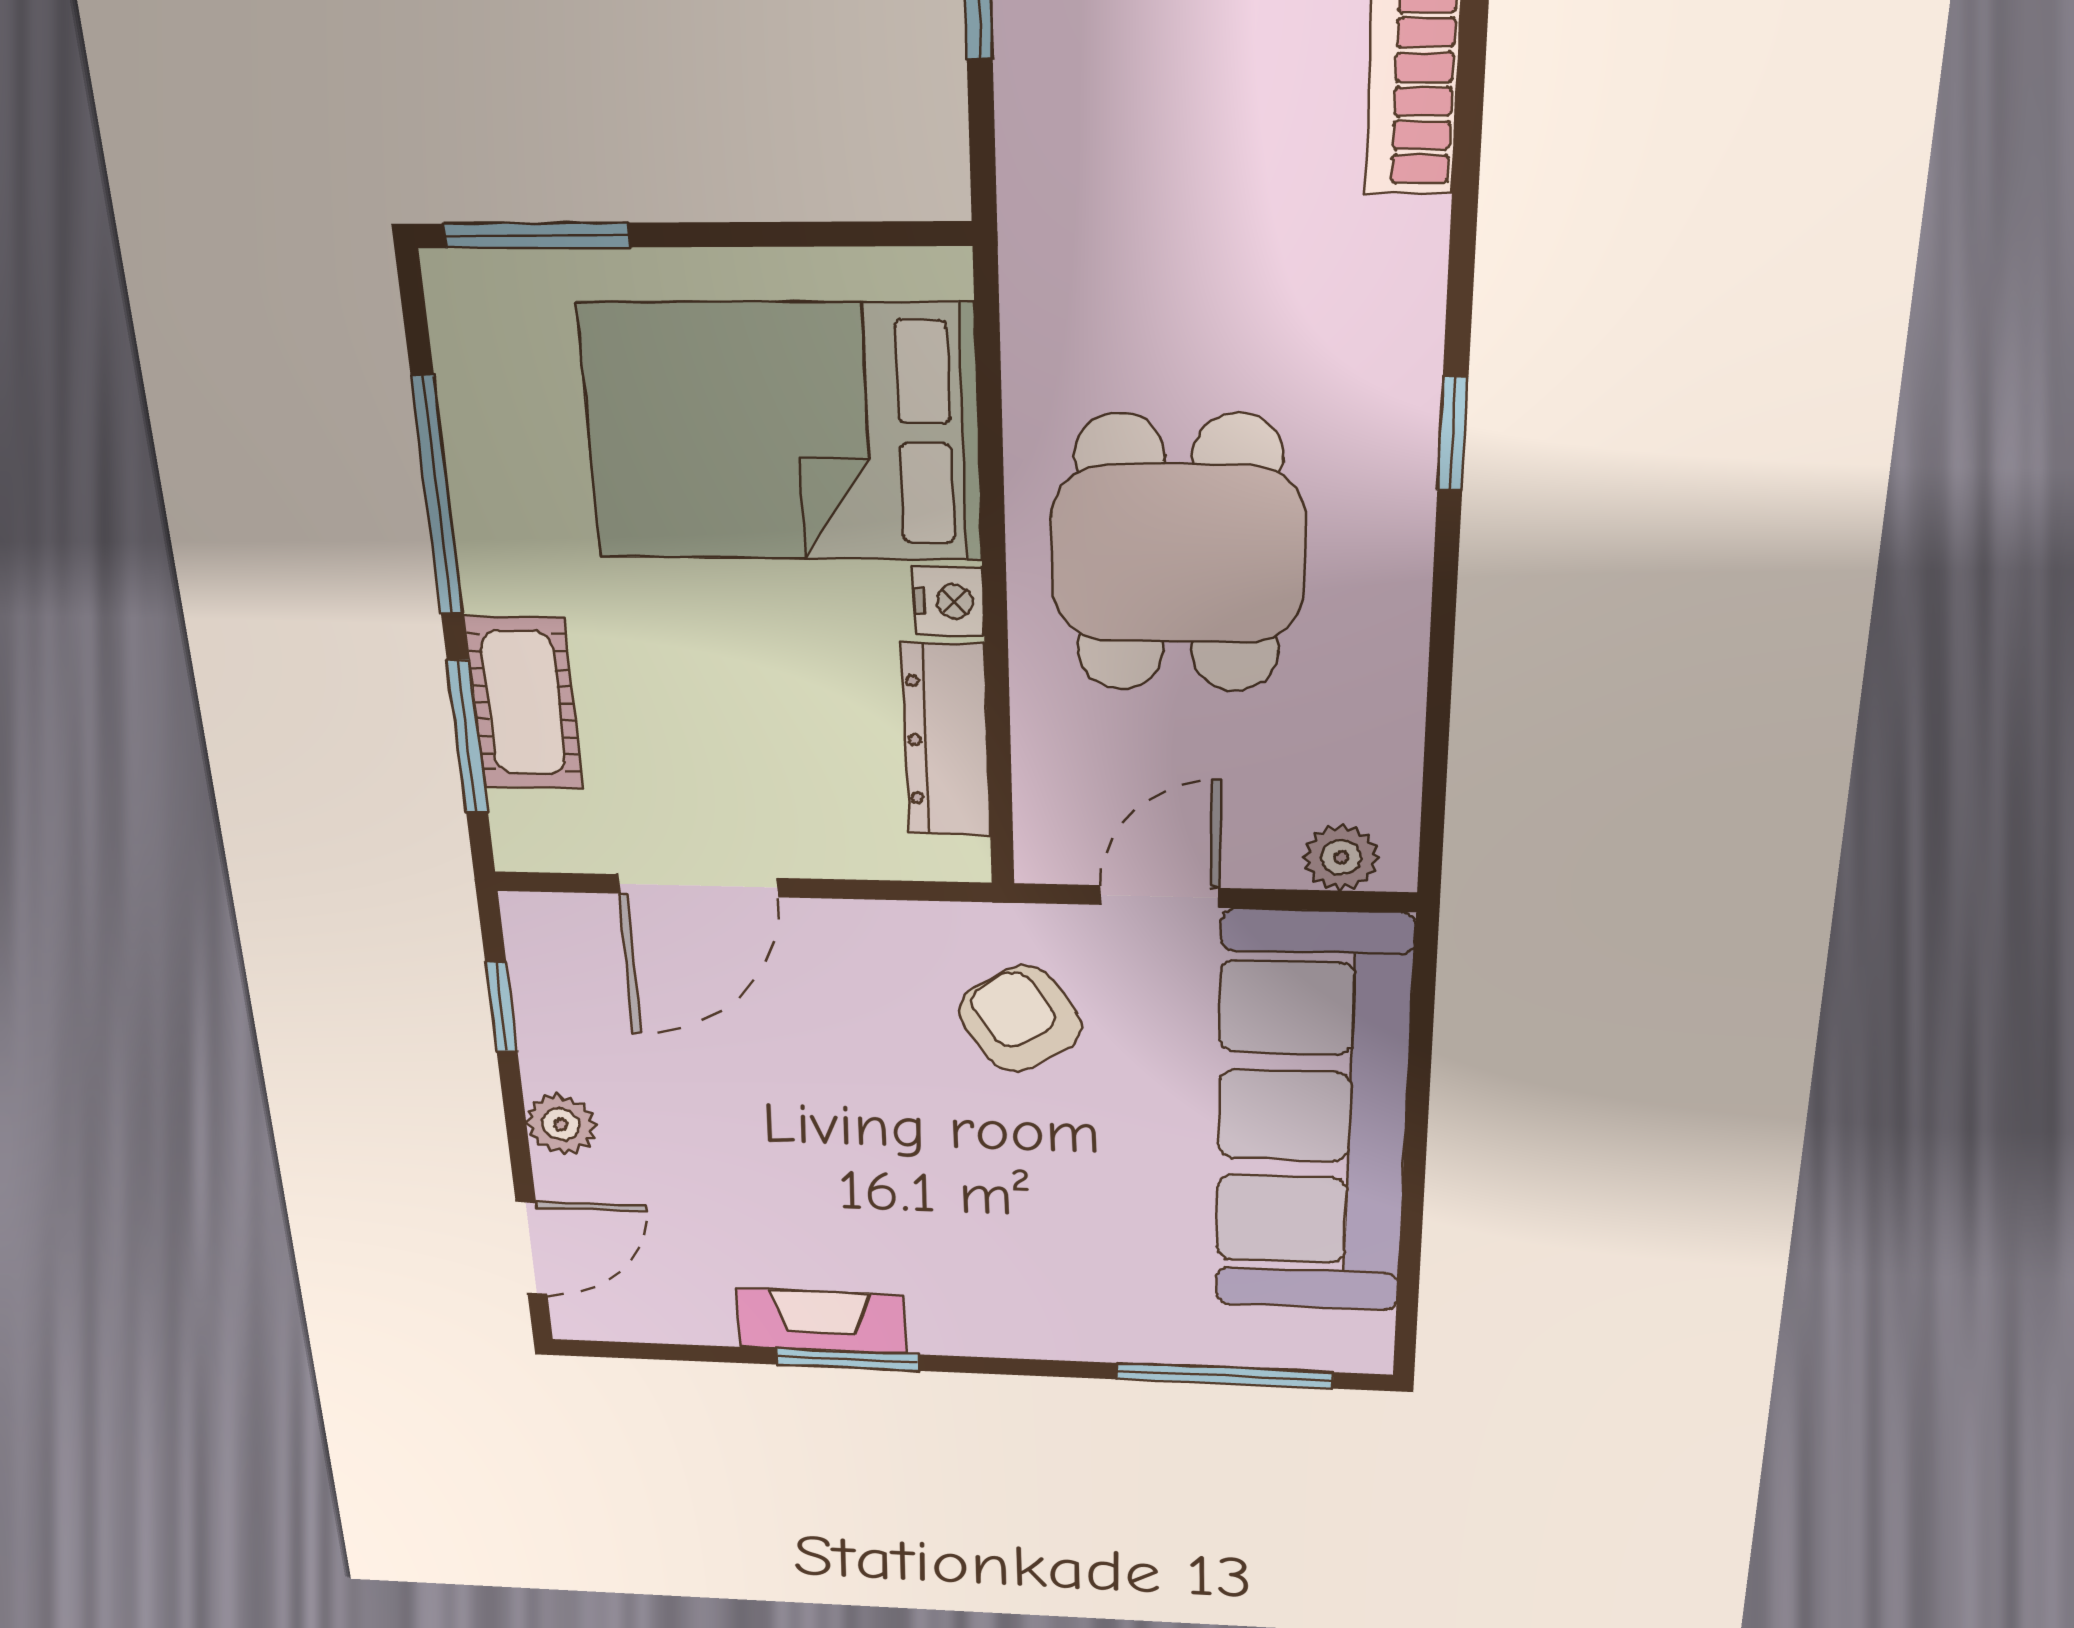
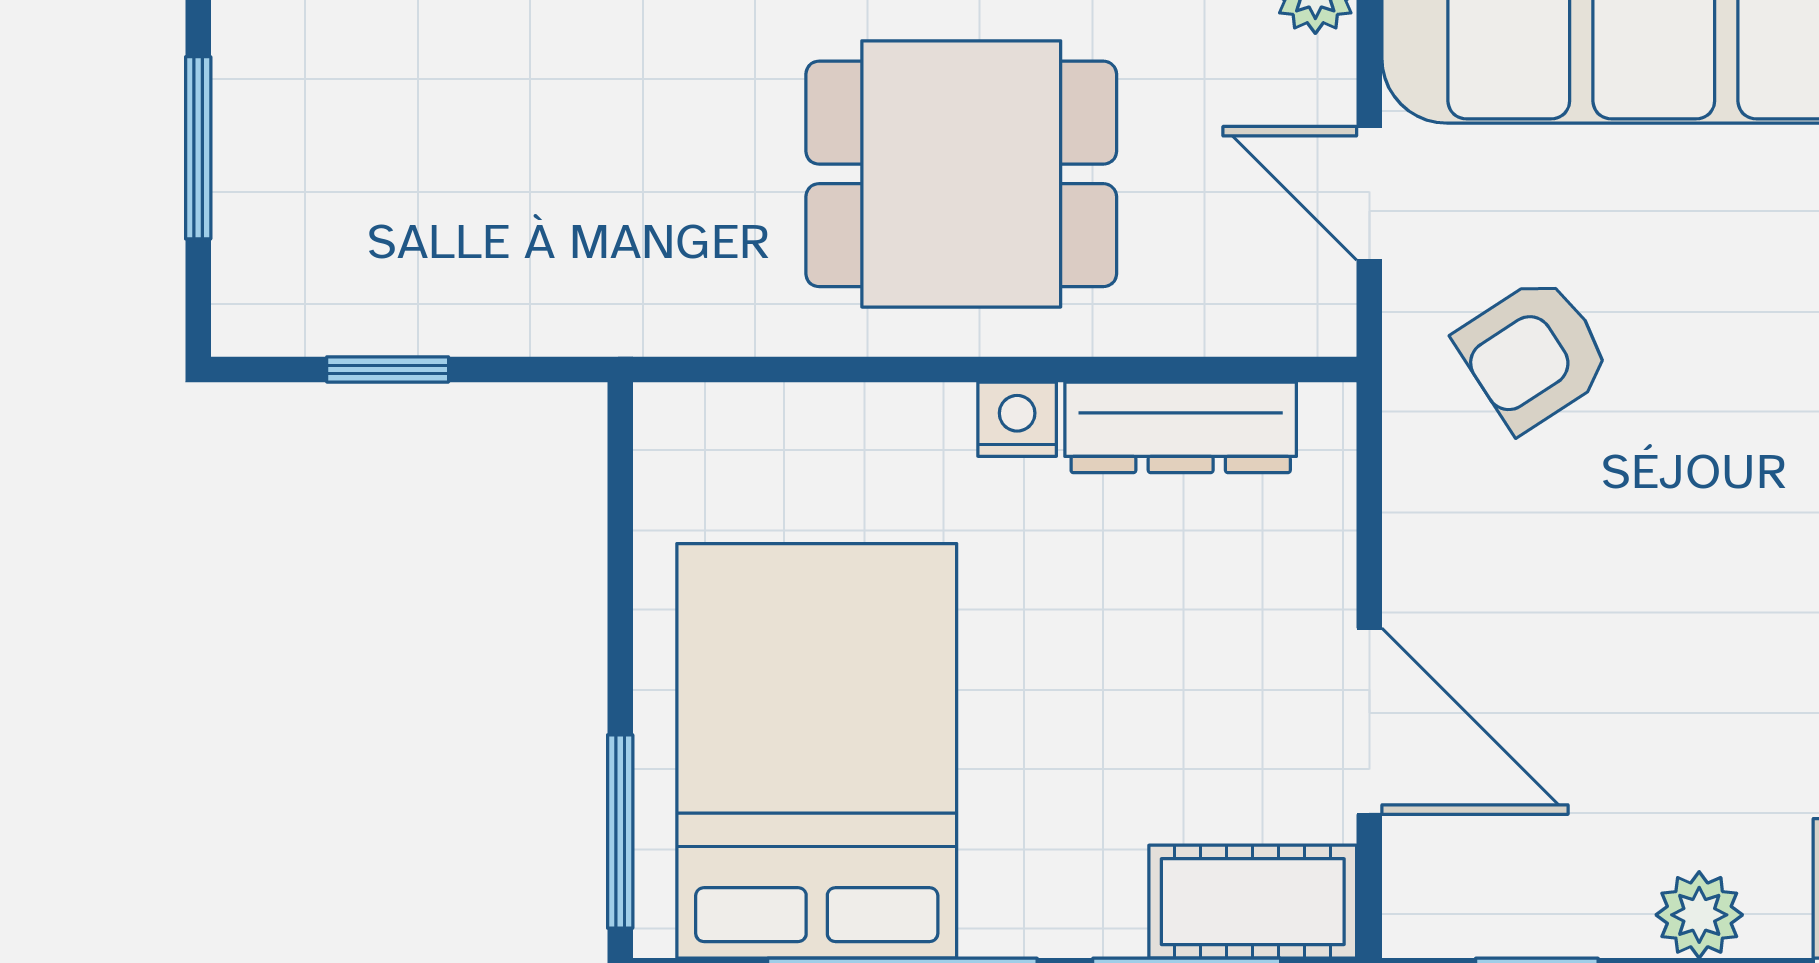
bed: (782, 433) -> (817, 751), moved, turned 180
cot: (523, 703) -> (1253, 902), moved

